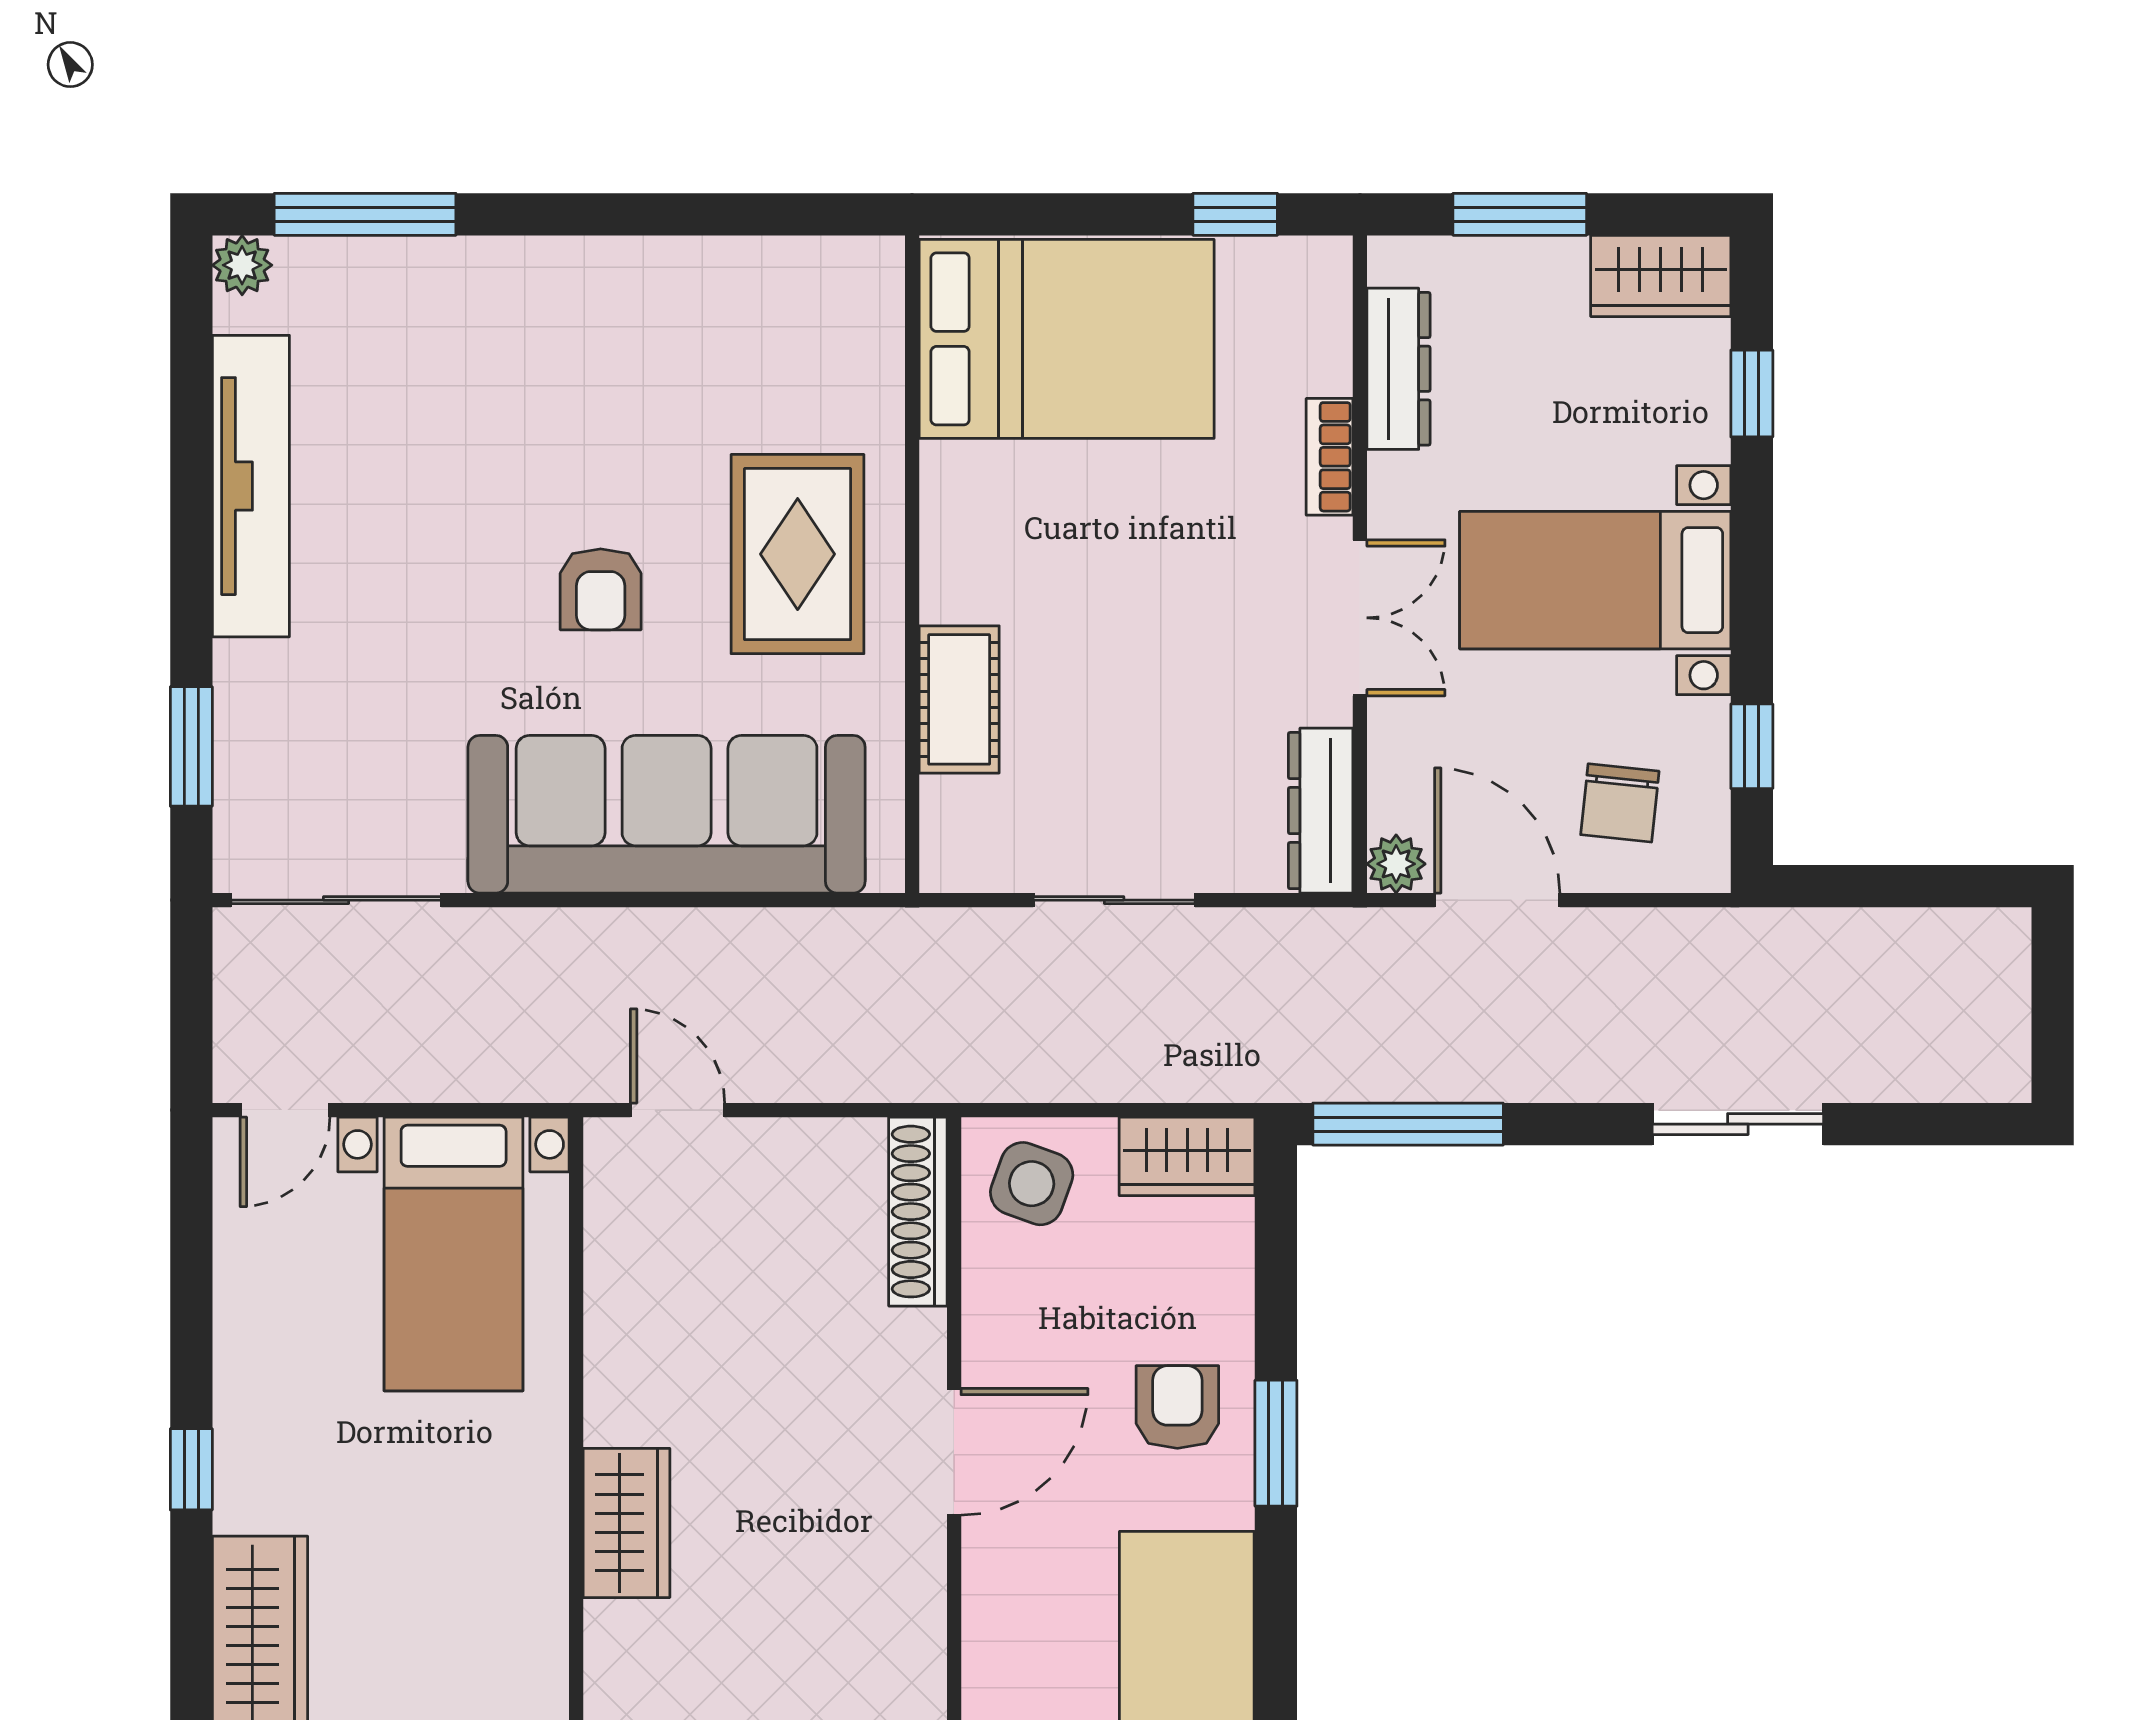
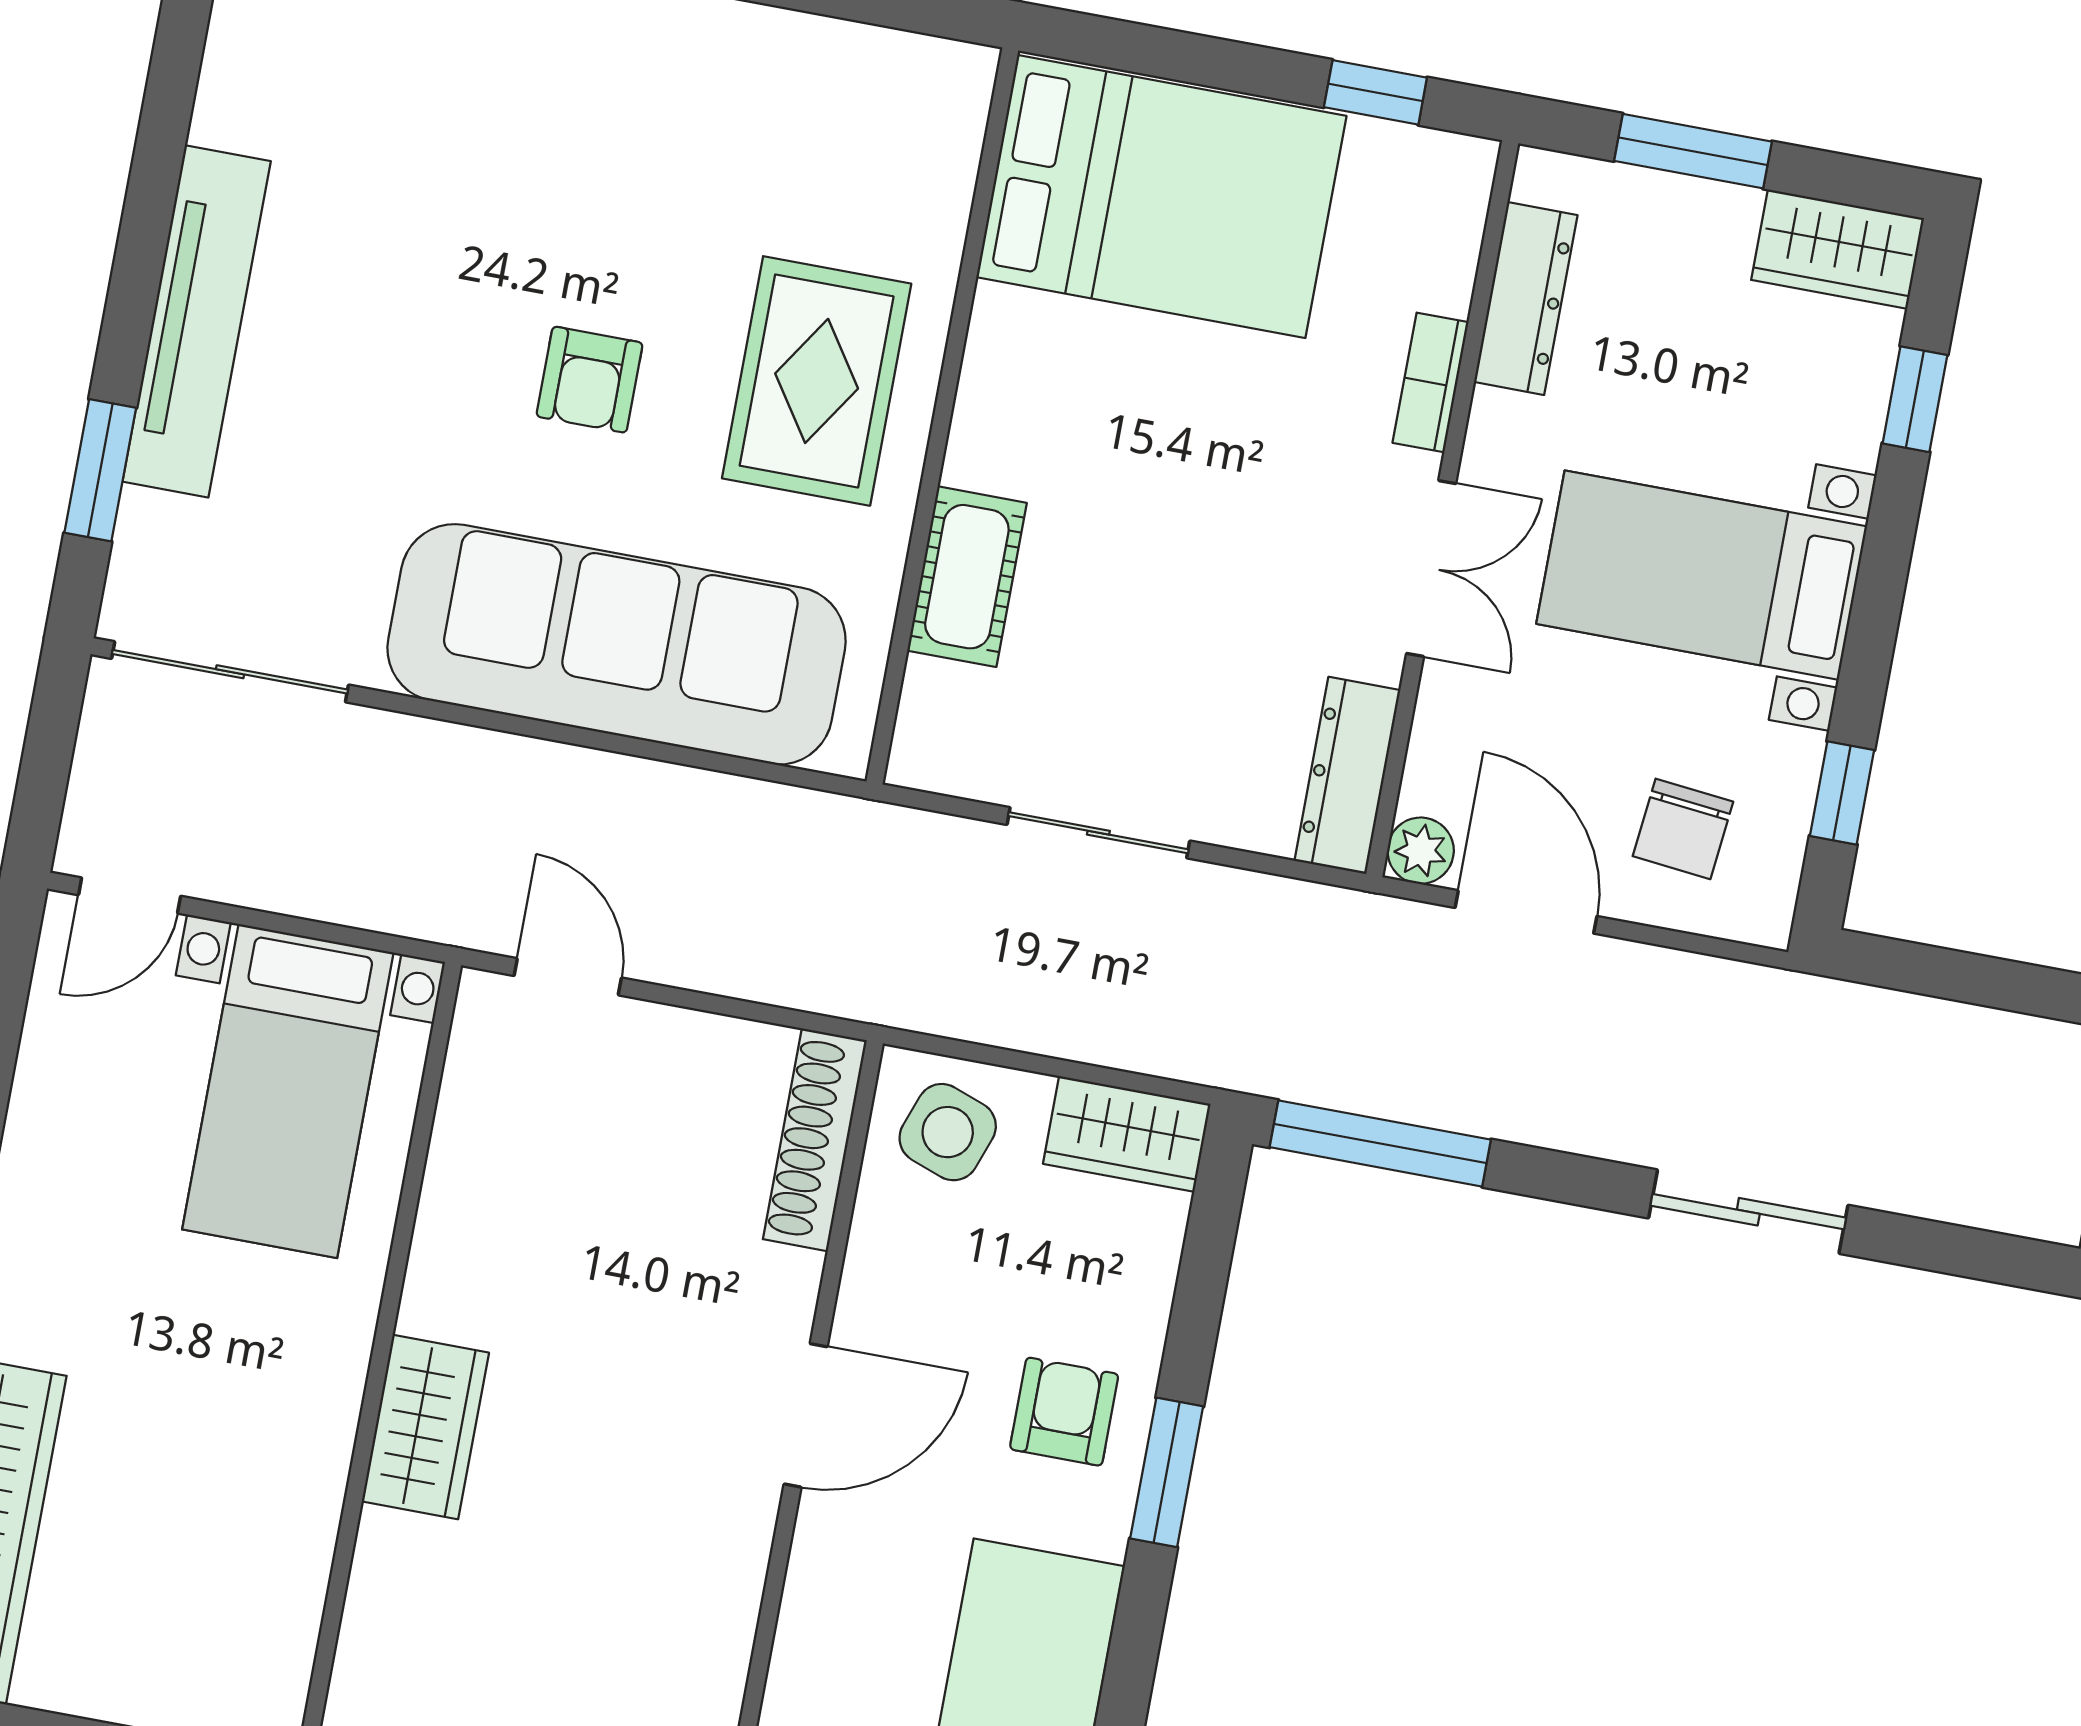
tv unit: (251, 486) -> (197, 321), moved

